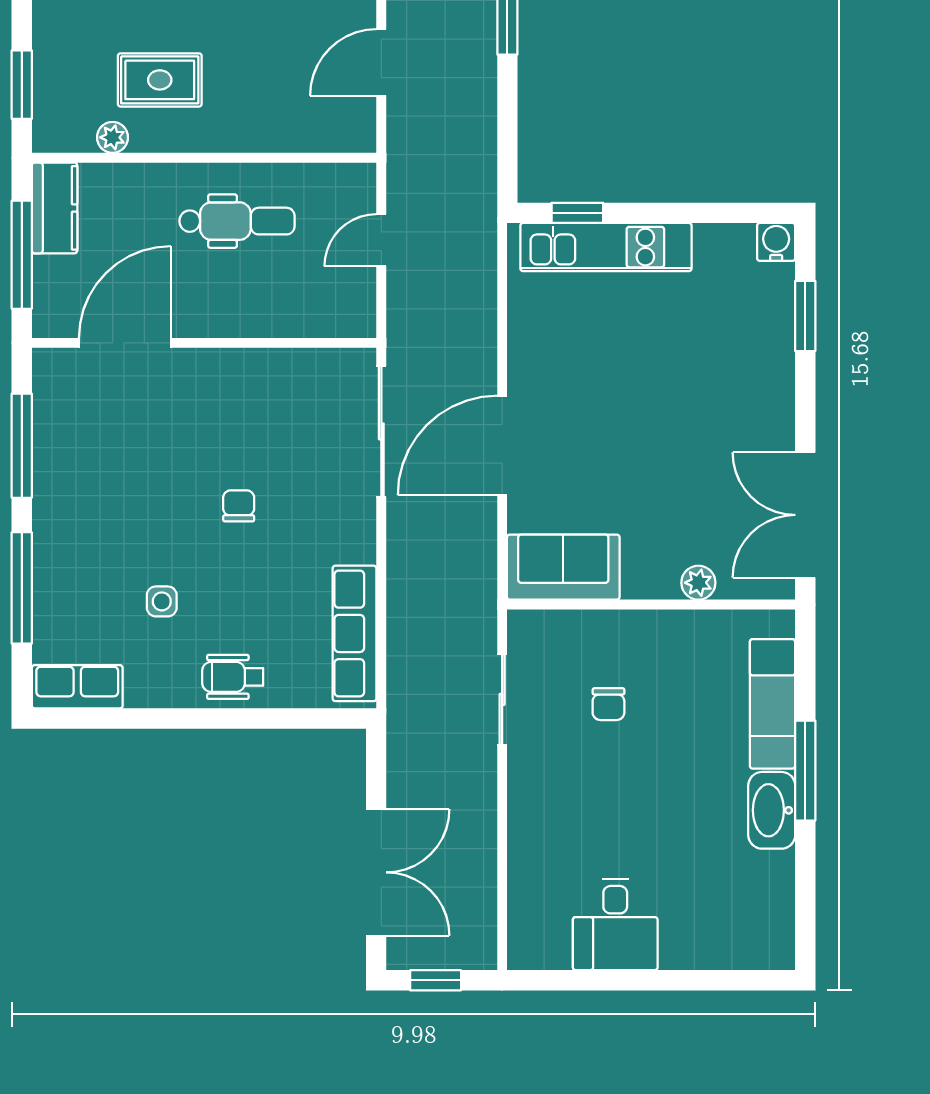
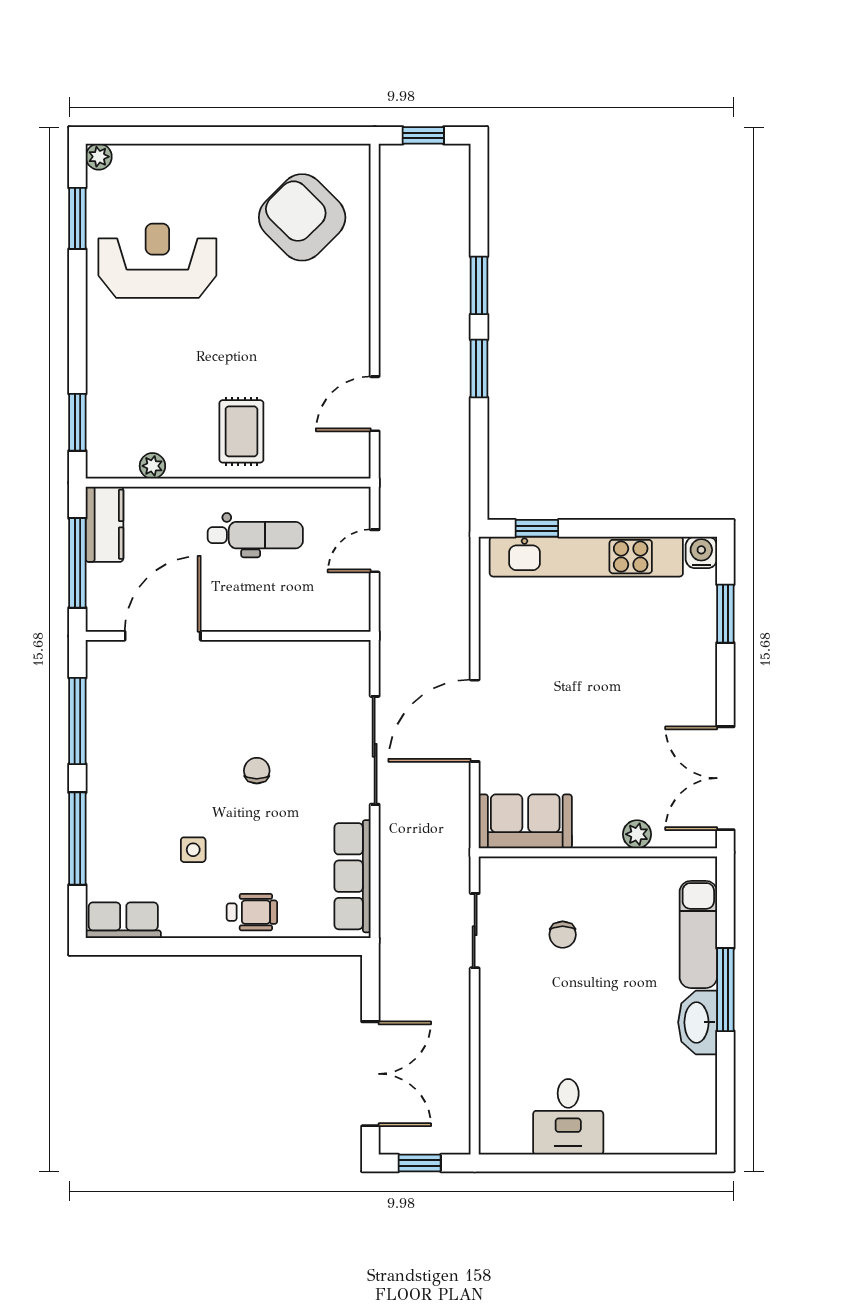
rug: (160, 80) -> (241, 431), moved, turned 90
kitchen unit: (606, 247) -> (586, 557), width x1.36
sliding door: (381, 431) -> (375, 750), moved
wheelchair: (233, 677) -> (252, 912), turned 180

